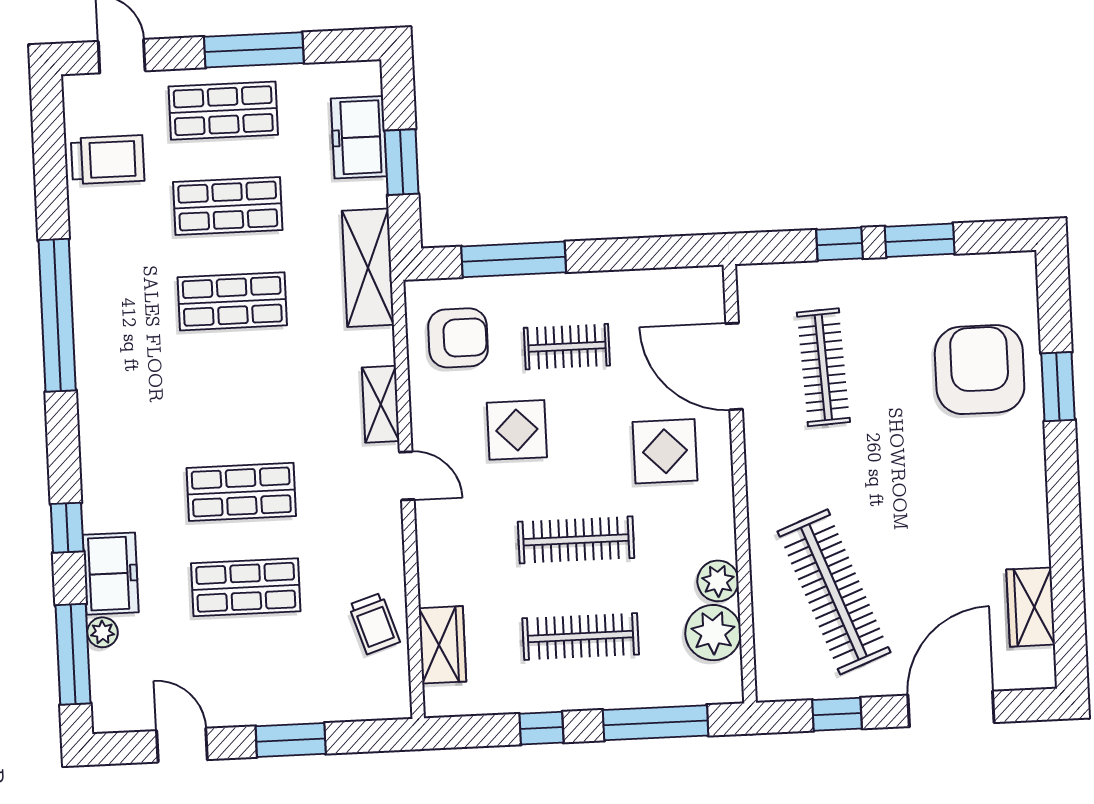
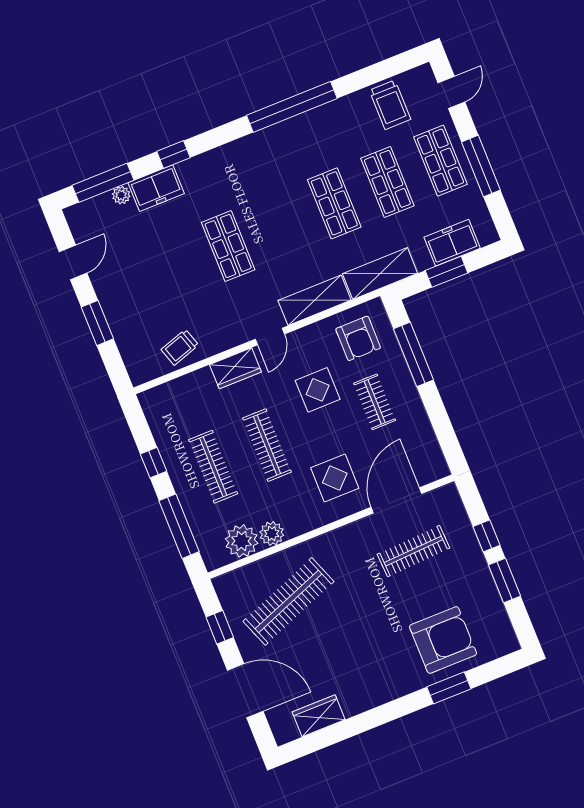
shelving: (381, 404) -> (315, 300), width x1.50, depth x1.33
shop shelf: (246, 587) -> (175, 267), removed
wardrobe: (442, 645) -> (235, 368), moved

